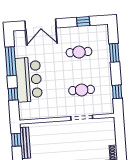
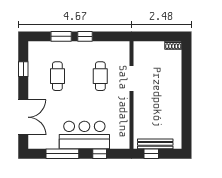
window: (117, 92) -> (85, 36), moved

